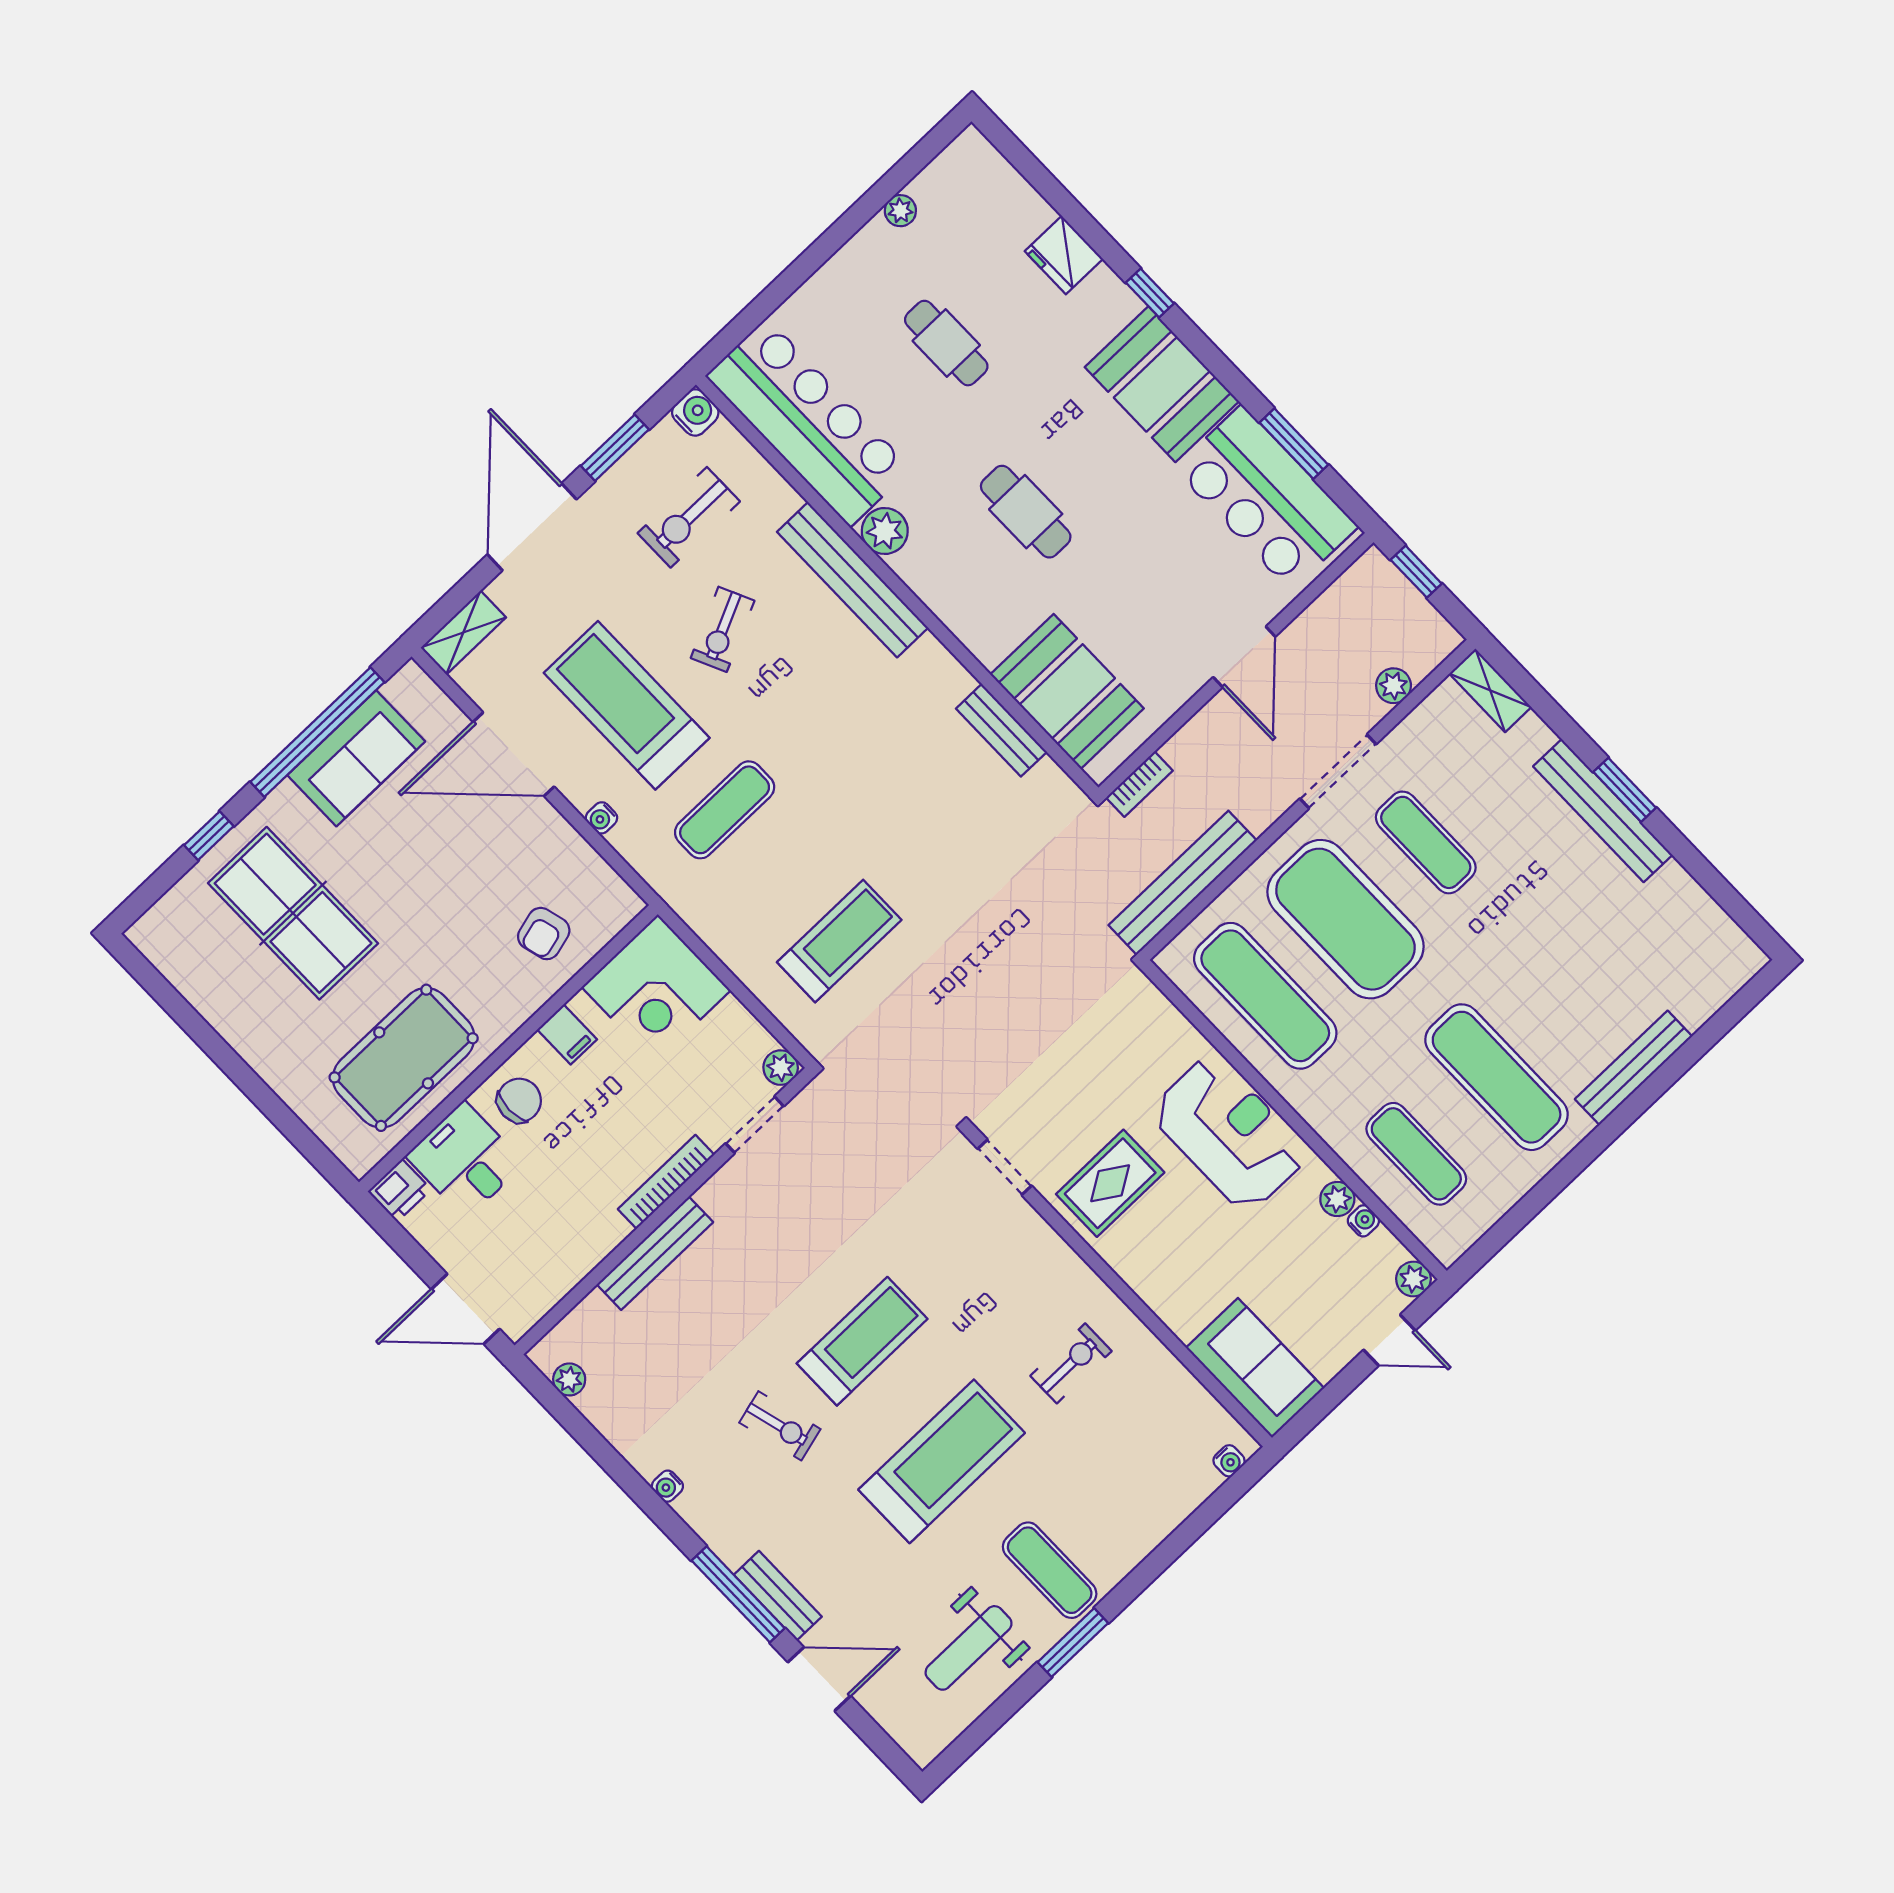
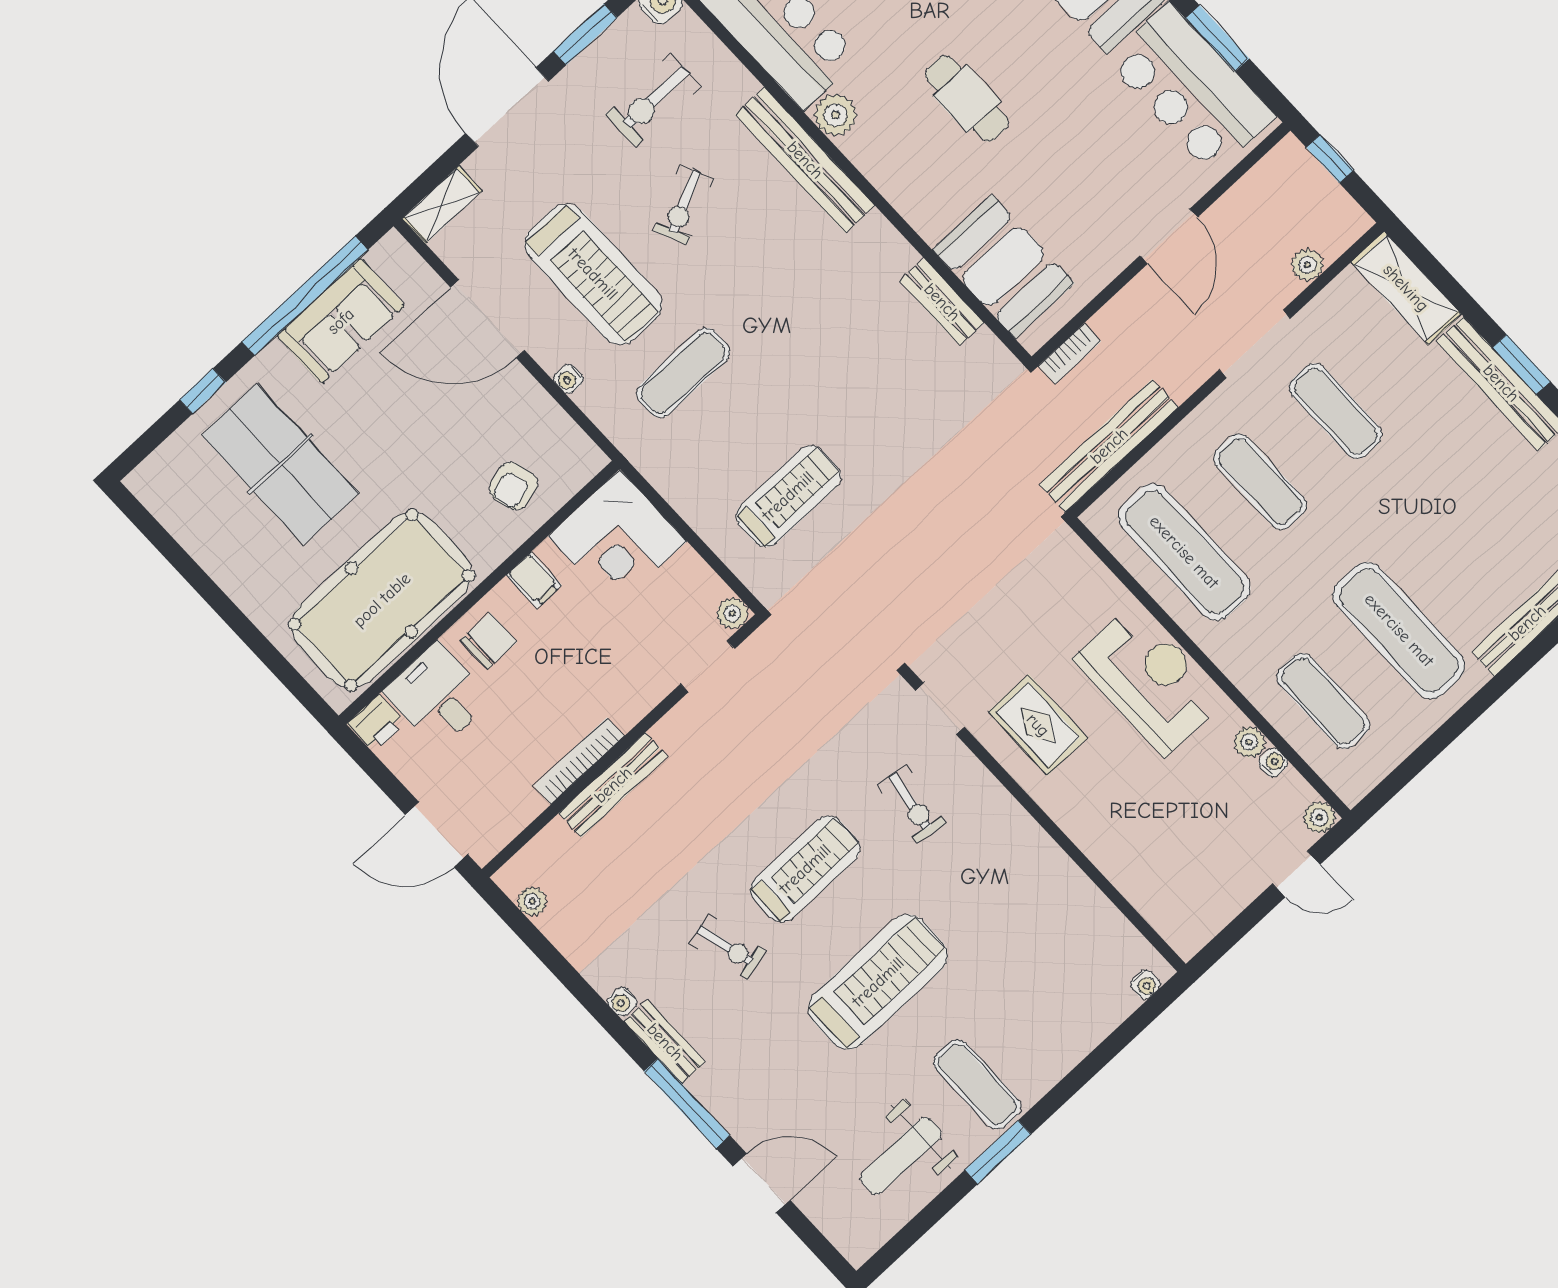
shelving: (1490, 690) -> (1406, 288), width x1.50, depth x1.33
treadmill: (627, 705) -> (593, 274), turned 180
exercise mat: (1345, 919) -> (1260, 482), width x0.50, depth x0.69
pool table: (404, 1058) -> (382, 600), width x1.36, depth x1.32
bookcase: (666, 1182) -> (579, 761), moved
rug: (1110, 1183) -> (1038, 725), turned 90
exercise bike: (1071, 1363) -> (912, 804), moved, turned 99
sofa: (1255, 1368) -> (1171, 898), removed
bench: (778, 1596) -> (665, 1042), moved

